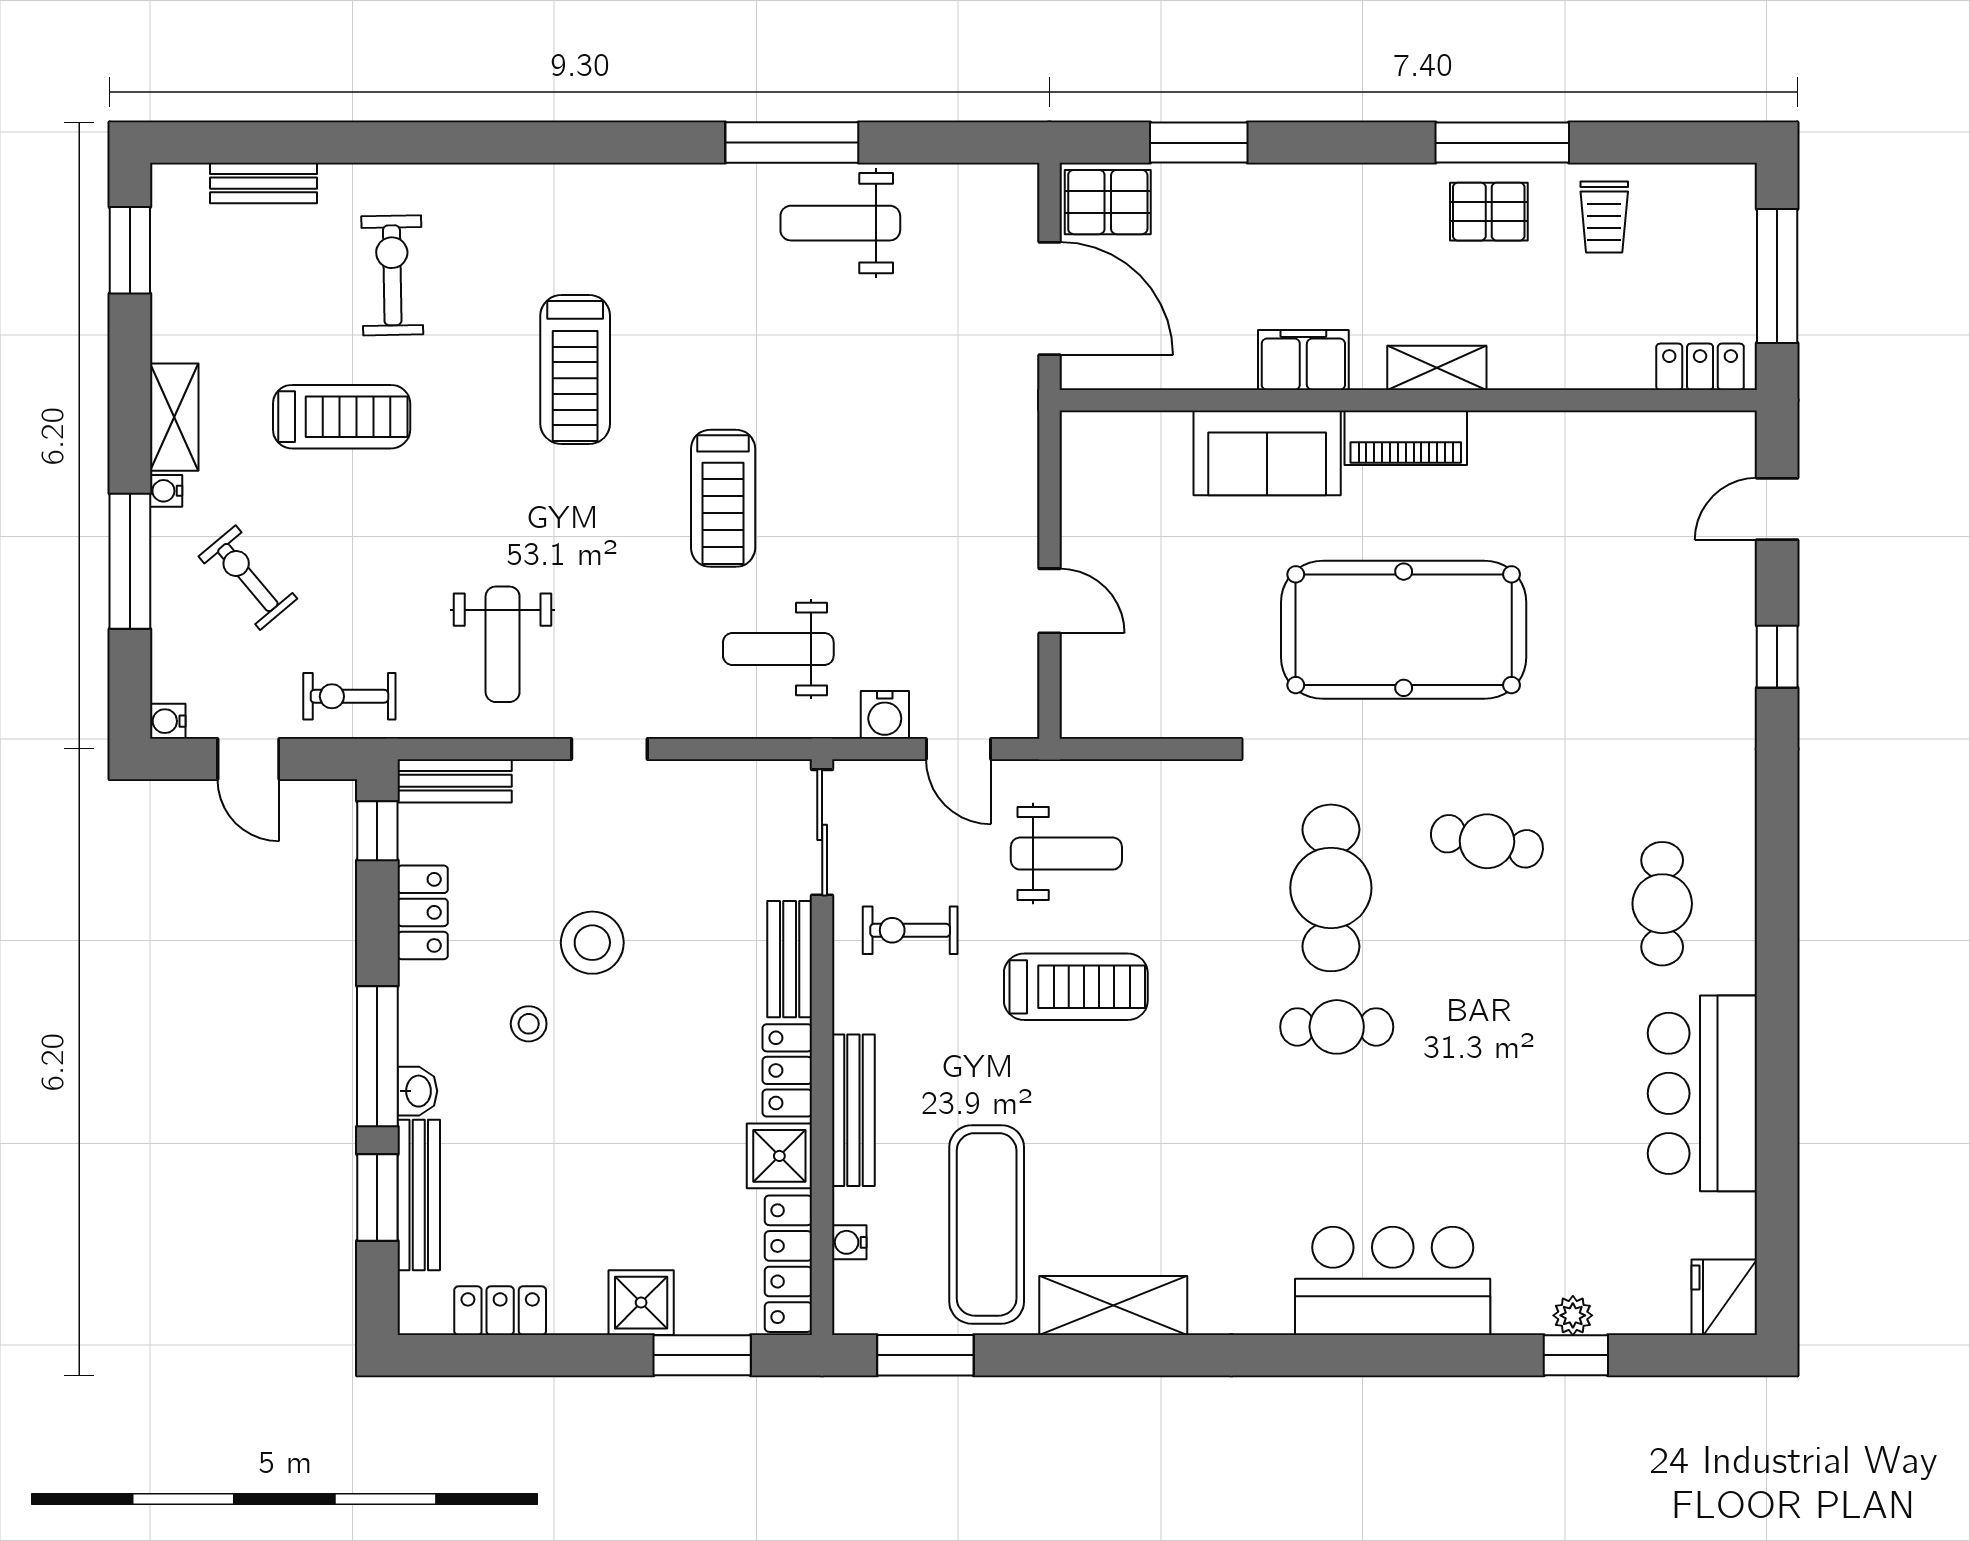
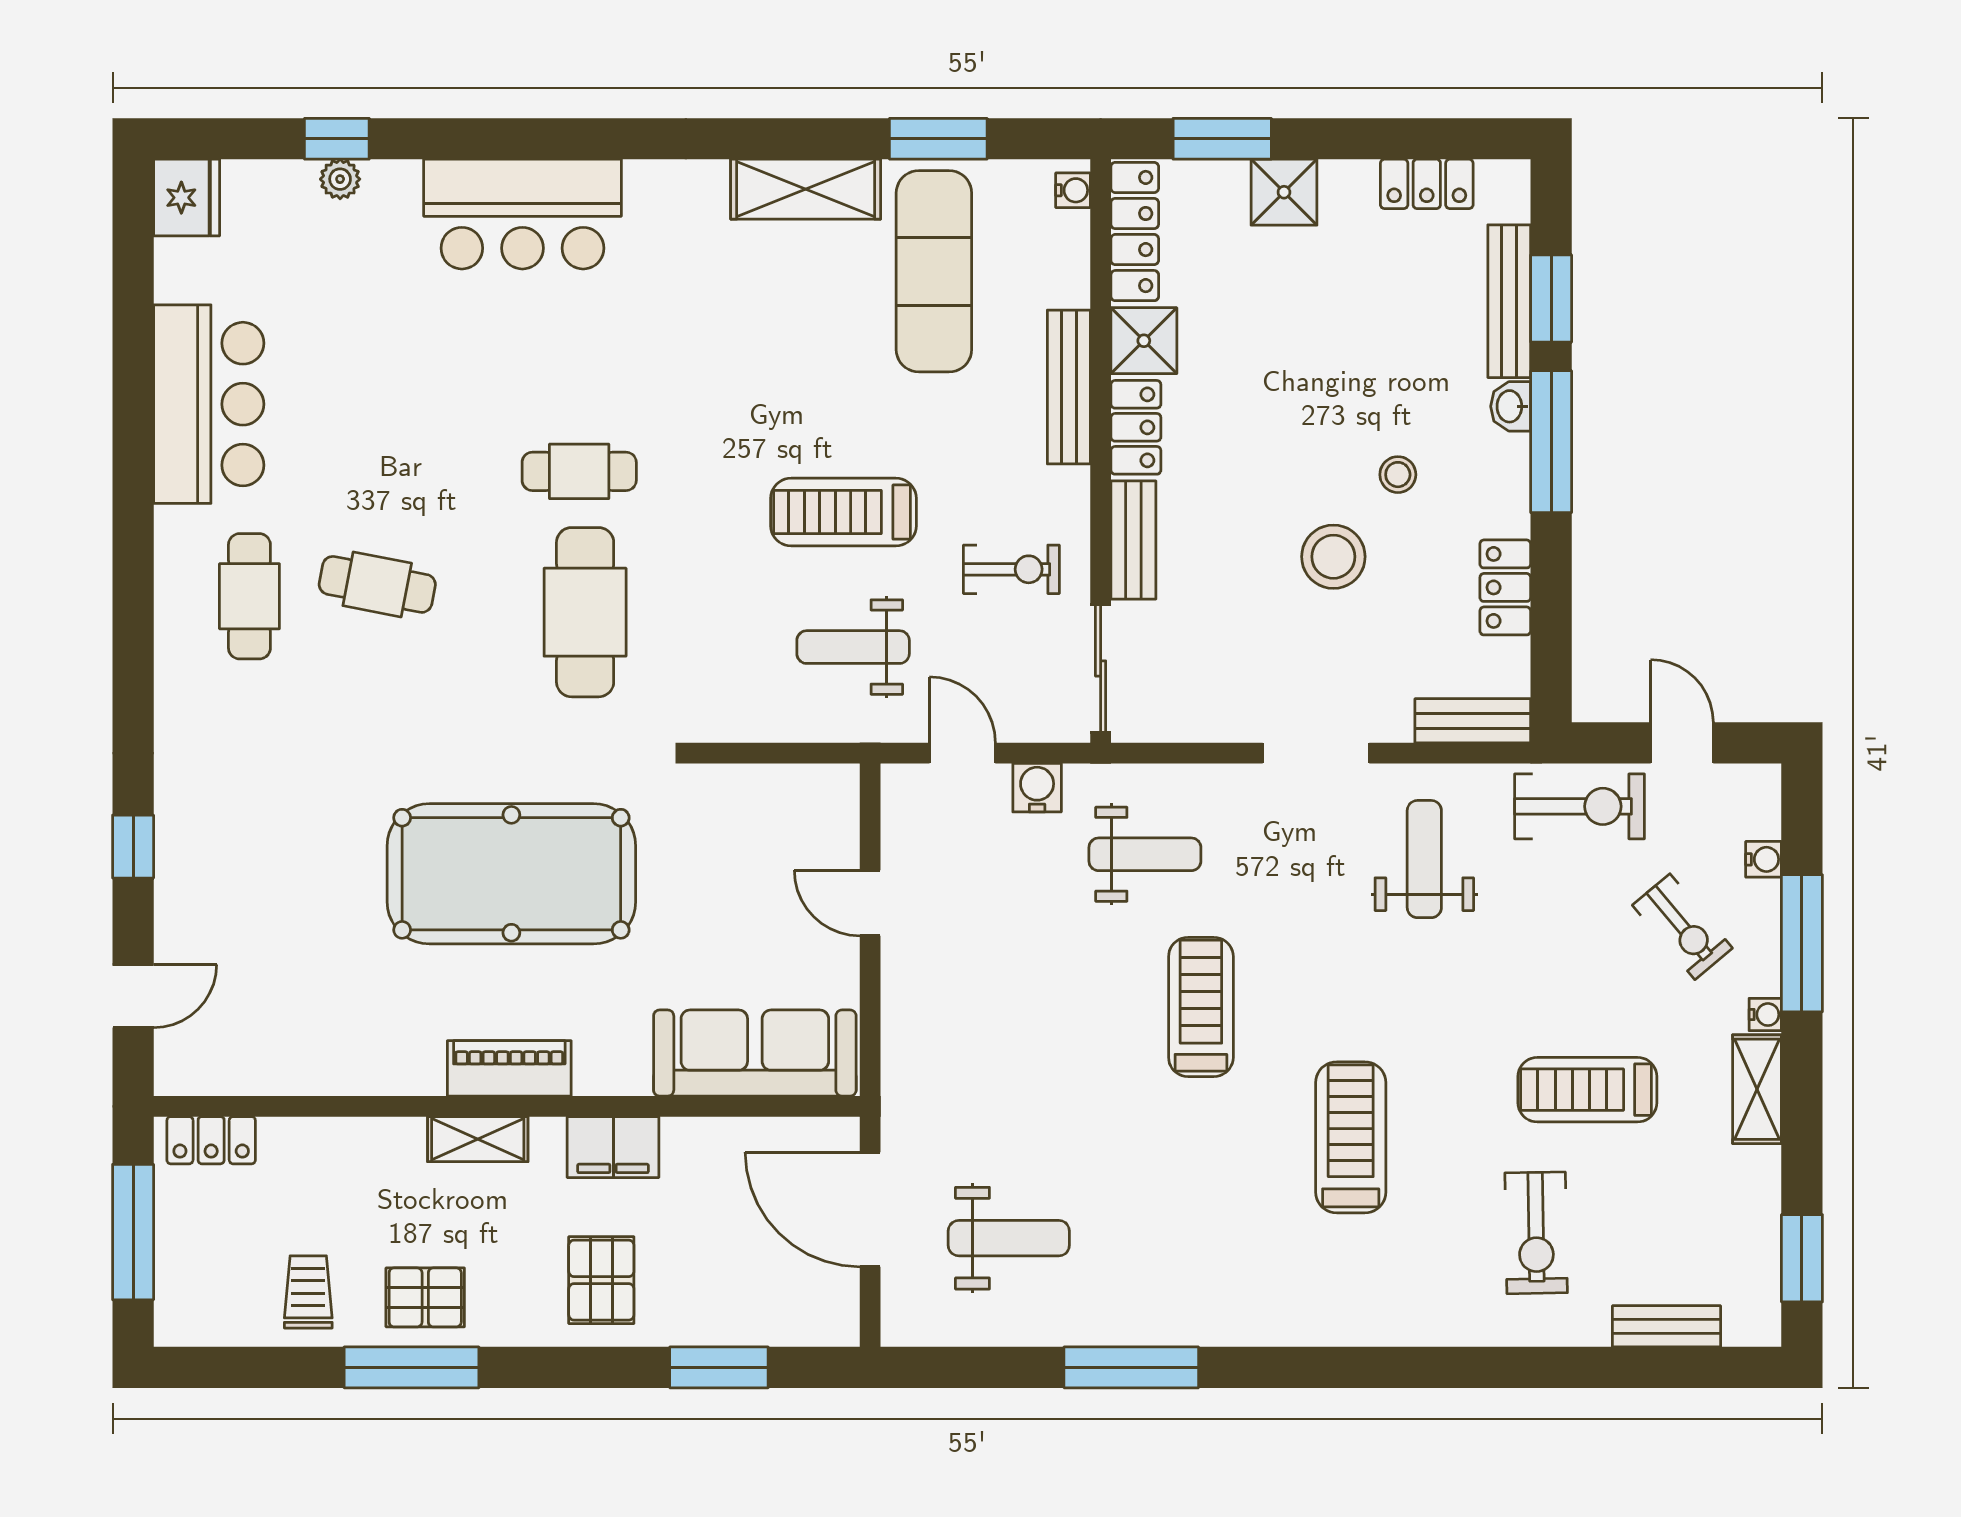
pallet: (1108, 202) -> (601, 1280), moved, turned 90
weight bench: (840, 223) -> (1009, 1238), moved
sofa: (1267, 453) -> (755, 1053), moved, width x1.36
exercise bike: (349, 696) -> (1579, 806), width x1.38, depth x1.39
water cooler: (168, 721) -> (1764, 859), moved
doorway: (609, 749) -> (1316, 753), width x1.38
window: (377, 831) -> (1551, 670), removed
cafe table: (1487, 841) -> (377, 584), moved
water cooler: (849, 1242) -> (1073, 190), moved
window: (925, 1355) -> (938, 139), moved

